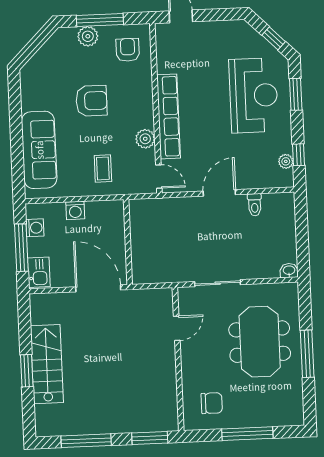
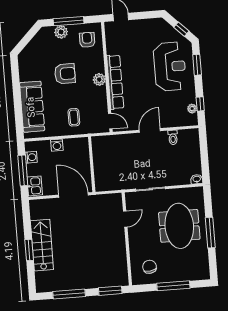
plant: (145, 139) -> (99, 79), moved
chair: (212, 403) -> (150, 267), turned -99

